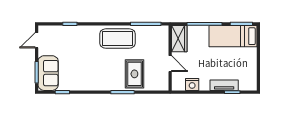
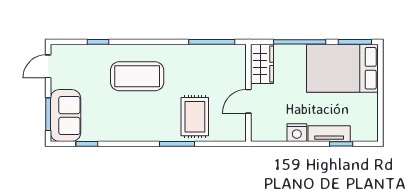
bed: (233, 36) -> (342, 68), width x1.50
coffee table: (117, 39) -> (137, 76), moved
door: (170, 64) -> (248, 101), swing flipped
nightstand: (192, 85) -> (297, 133), moved

